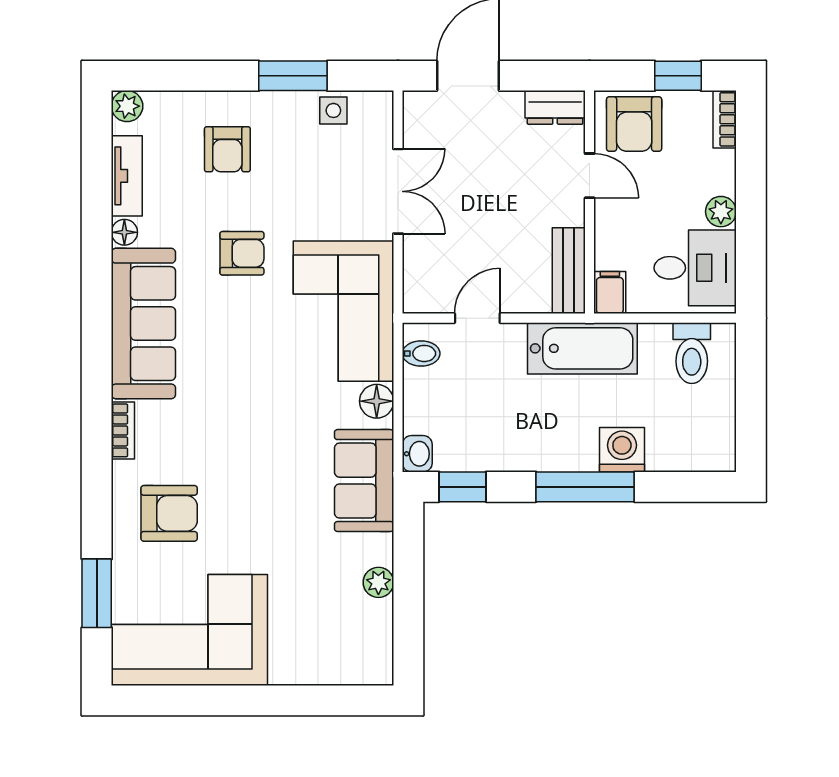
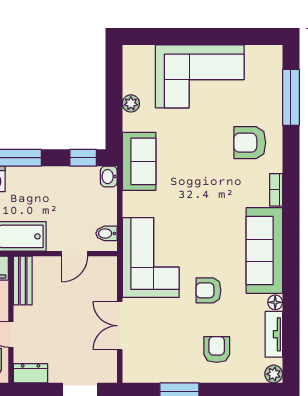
side table: (333, 110) -> (156, 372), removed
floor lamp: (377, 401) -> (132, 206), removed
window: (97, 593) -> (291, 97), width x1.44
corner sofa: (189, 630) -> (200, 76), moved

